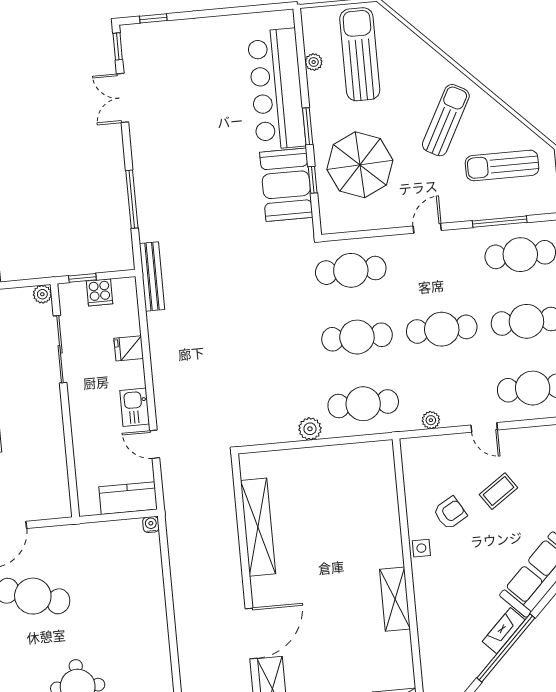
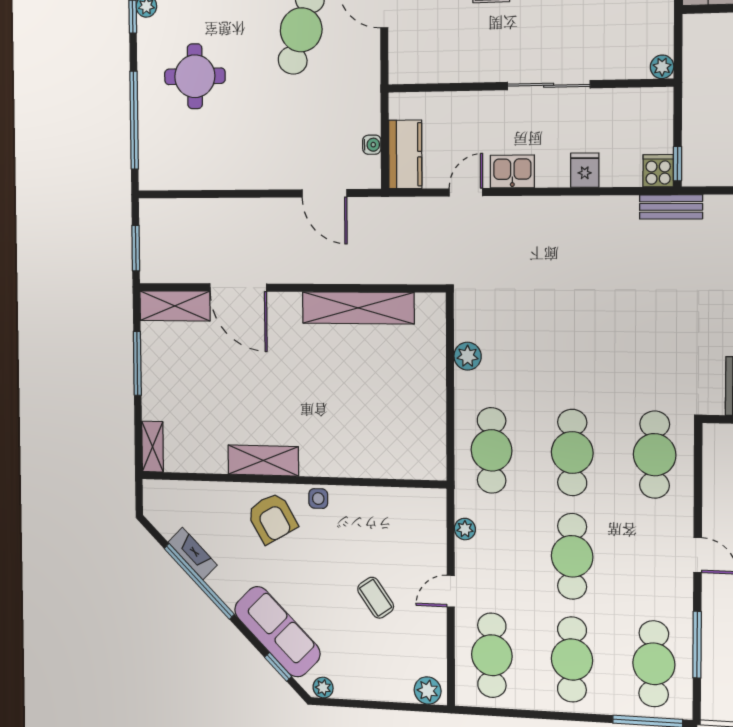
bench: (152, 276) -> (671, 207), width x0.73
window: (82, 278) -> (677, 164), moved
cooker: (100, 292) -> (658, 171), moved, turned 90
sliding door: (60, 349) -> (549, 85), moved
plant: (310, 429) -> (468, 356), moved
armchair: (450, 513) -> (272, 518), moved, width x1.38, depth x1.38
water cooler: (151, 525) -> (372, 145), moved
door: (166, 564) -> (324, 193), added
fireplace: (504, 631) -> (193, 554), moved

